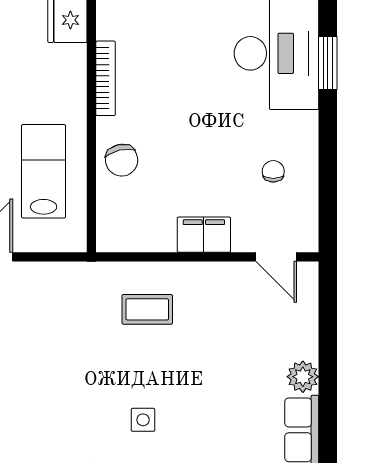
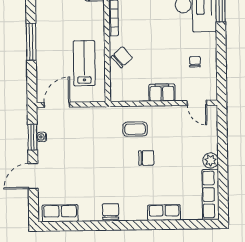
chair: (122, 160) -> (122, 57), turned -118
chair: (170, 370) -> (146, 158), added
side table: (143, 420) -> (134, 182), removed

